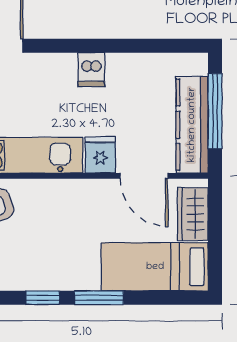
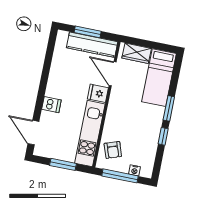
dishwasher: (91, 69) -> (51, 105), moved
window: (215, 111) -> (88, 32), width x0.69
door: (144, 176) -> (113, 74), swing flipped

